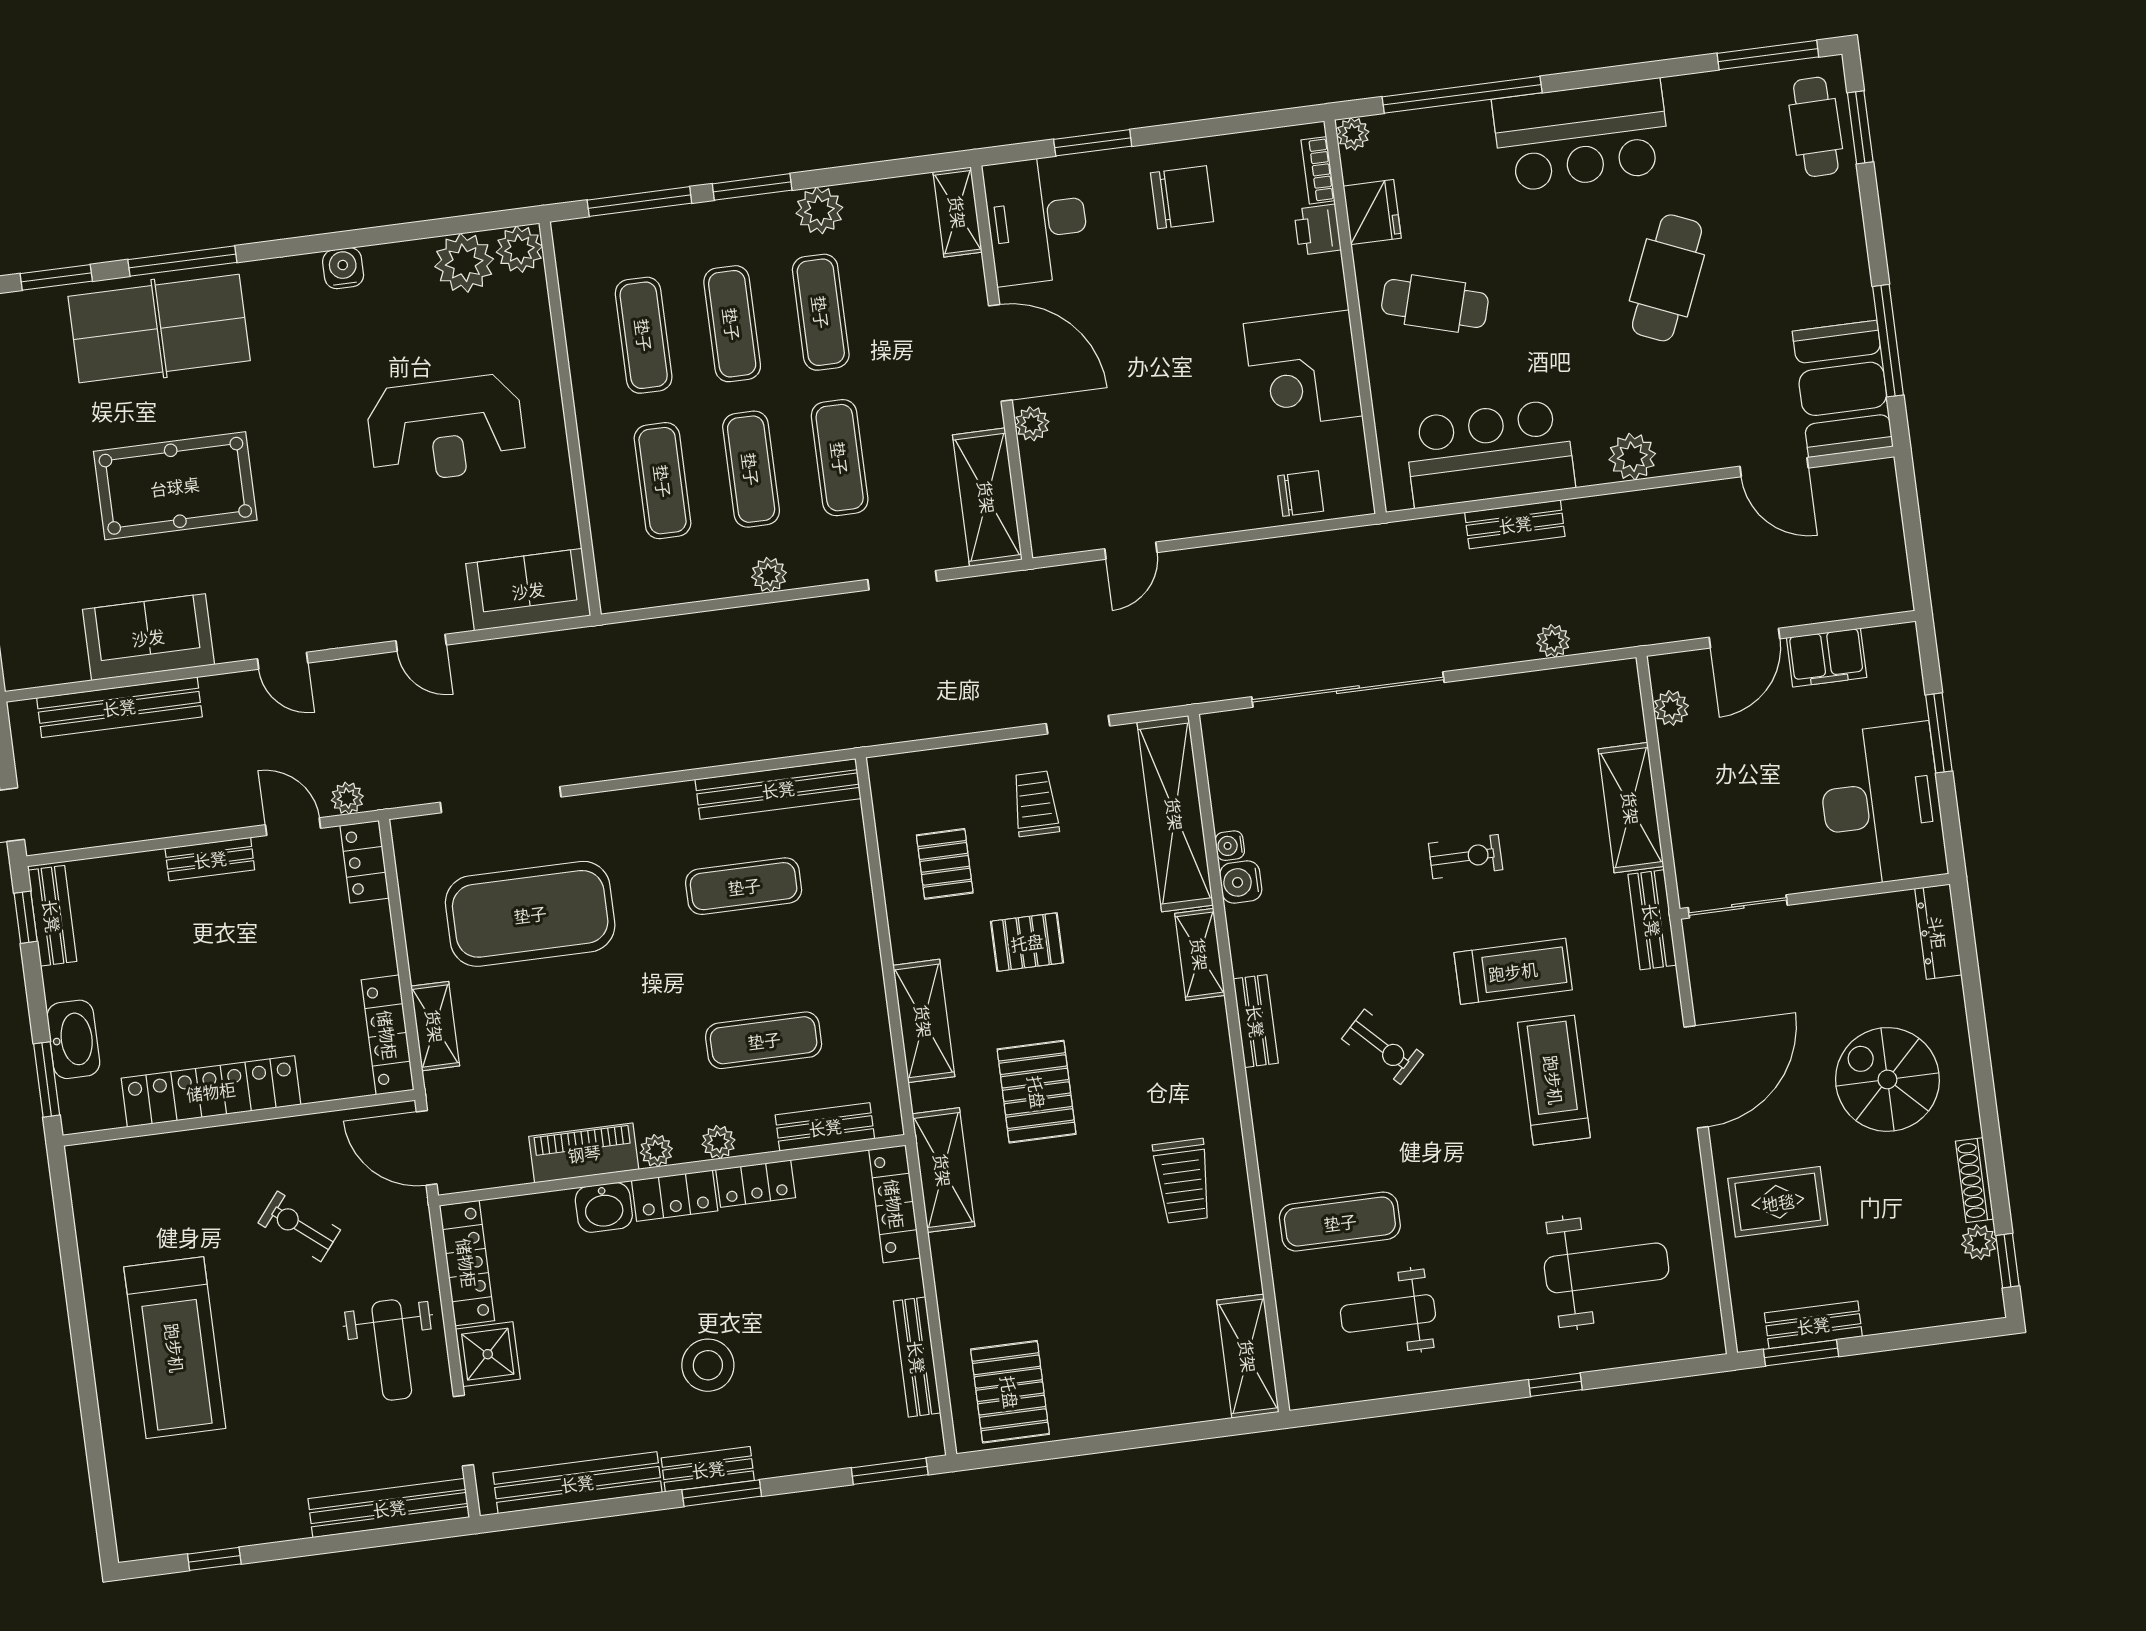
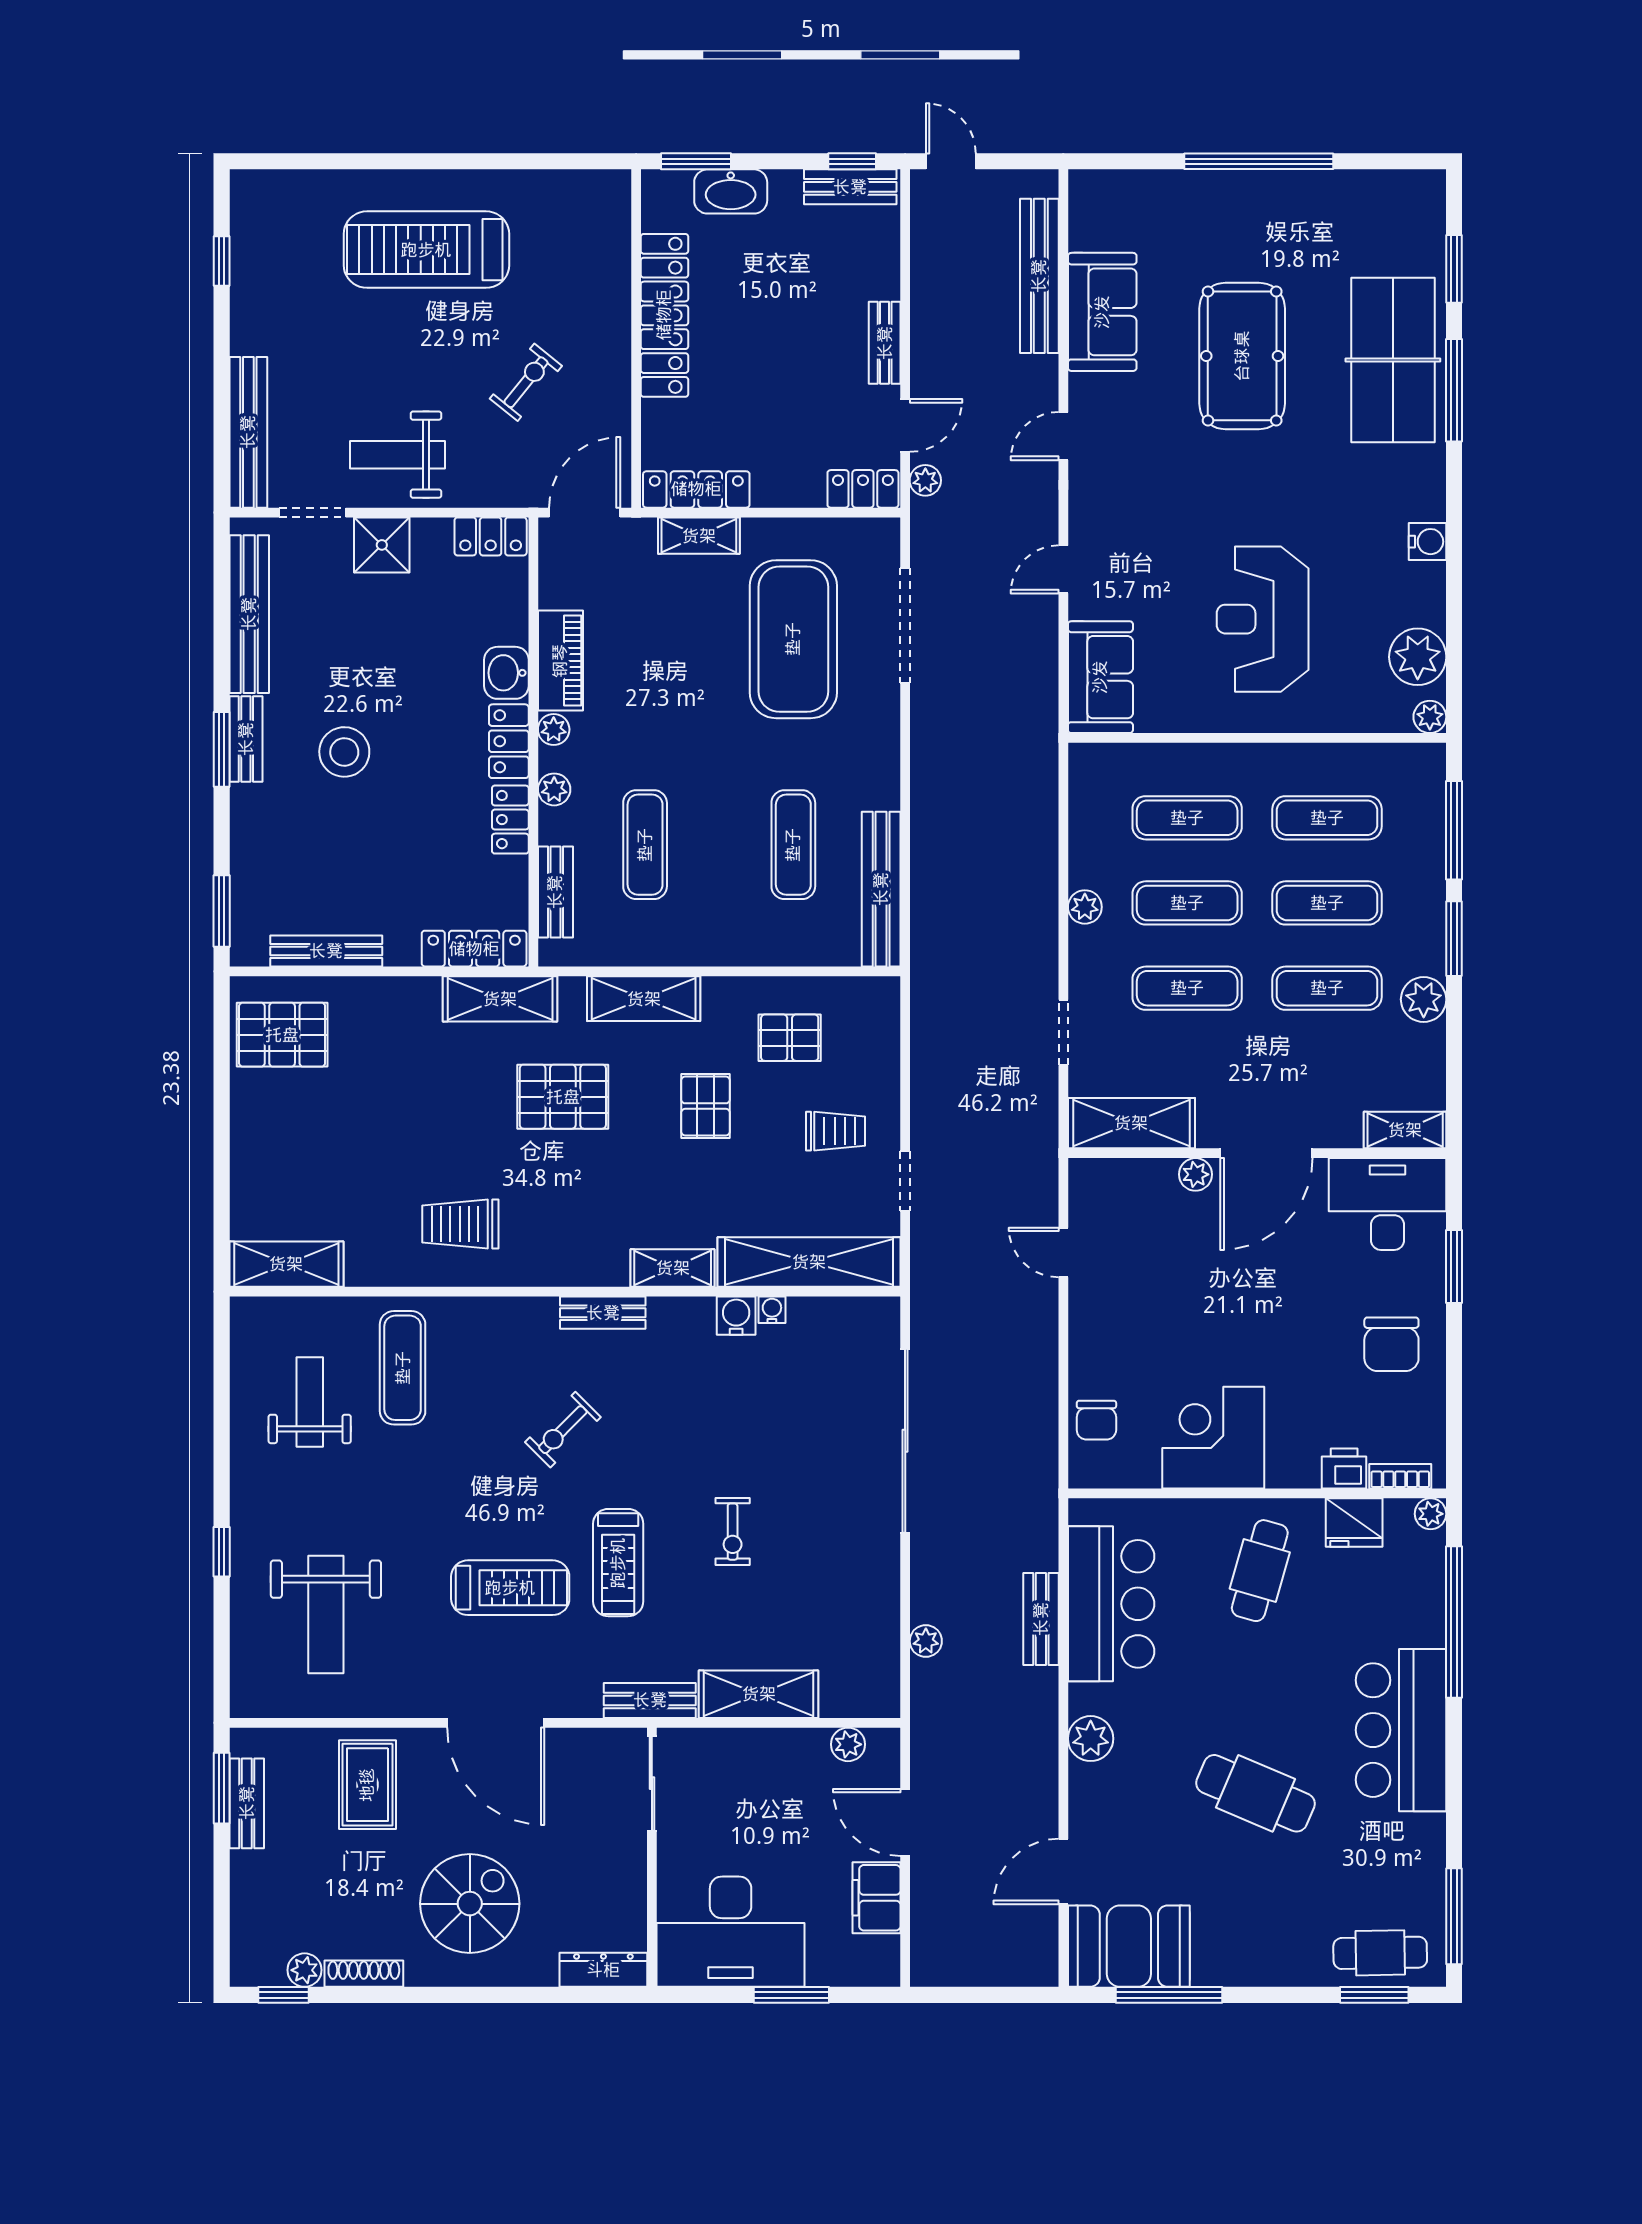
plant: (519, 249) -> (1430, 717), width x0.73, depth x0.73
locker: (467, 1263) -> (491, 536), width x0.66

